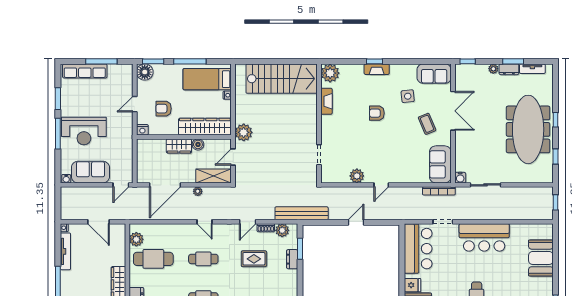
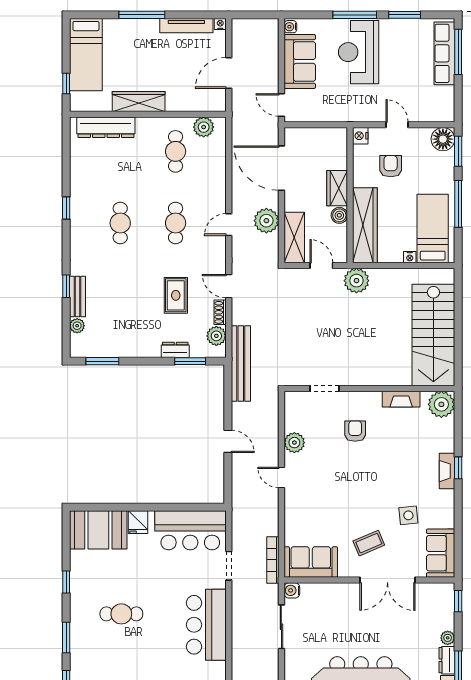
window: (101, 61) -> (458, 52), moved
armchair: (377, 113) -> (355, 431), moved
plant: (198, 191) -> (266, 221), width x1.87, depth x1.87
cafe table: (153, 259) -> (176, 151), width x0.73, depth x0.74

